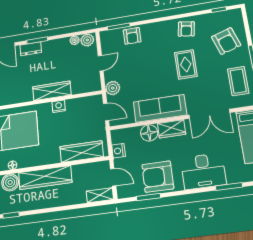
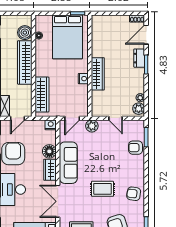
nightstand: (119, 151) -> (51, 125), moved

